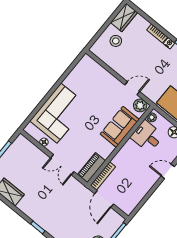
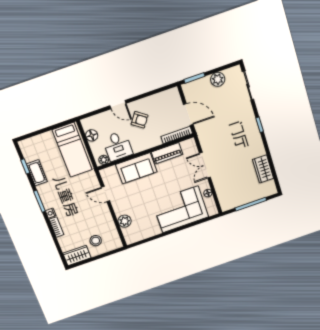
plant: (140, 105) -> (125, 221), moved
double door: (62, 165) -> (205, 165), swing flipped
piano: (92, 168) -> (167, 153), moved
armchair: (142, 170) -> (140, 120), added
door: (104, 199) -> (188, 115), hinge flipped

